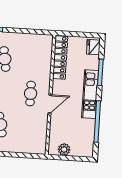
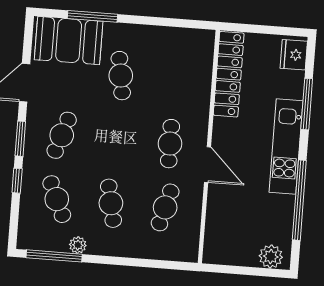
door: (50, 104) -> (207, 165), hinge flipped
cafe table: (28, 126) -> (165, 207), added
plant: (64, 150) -> (271, 257), moved

